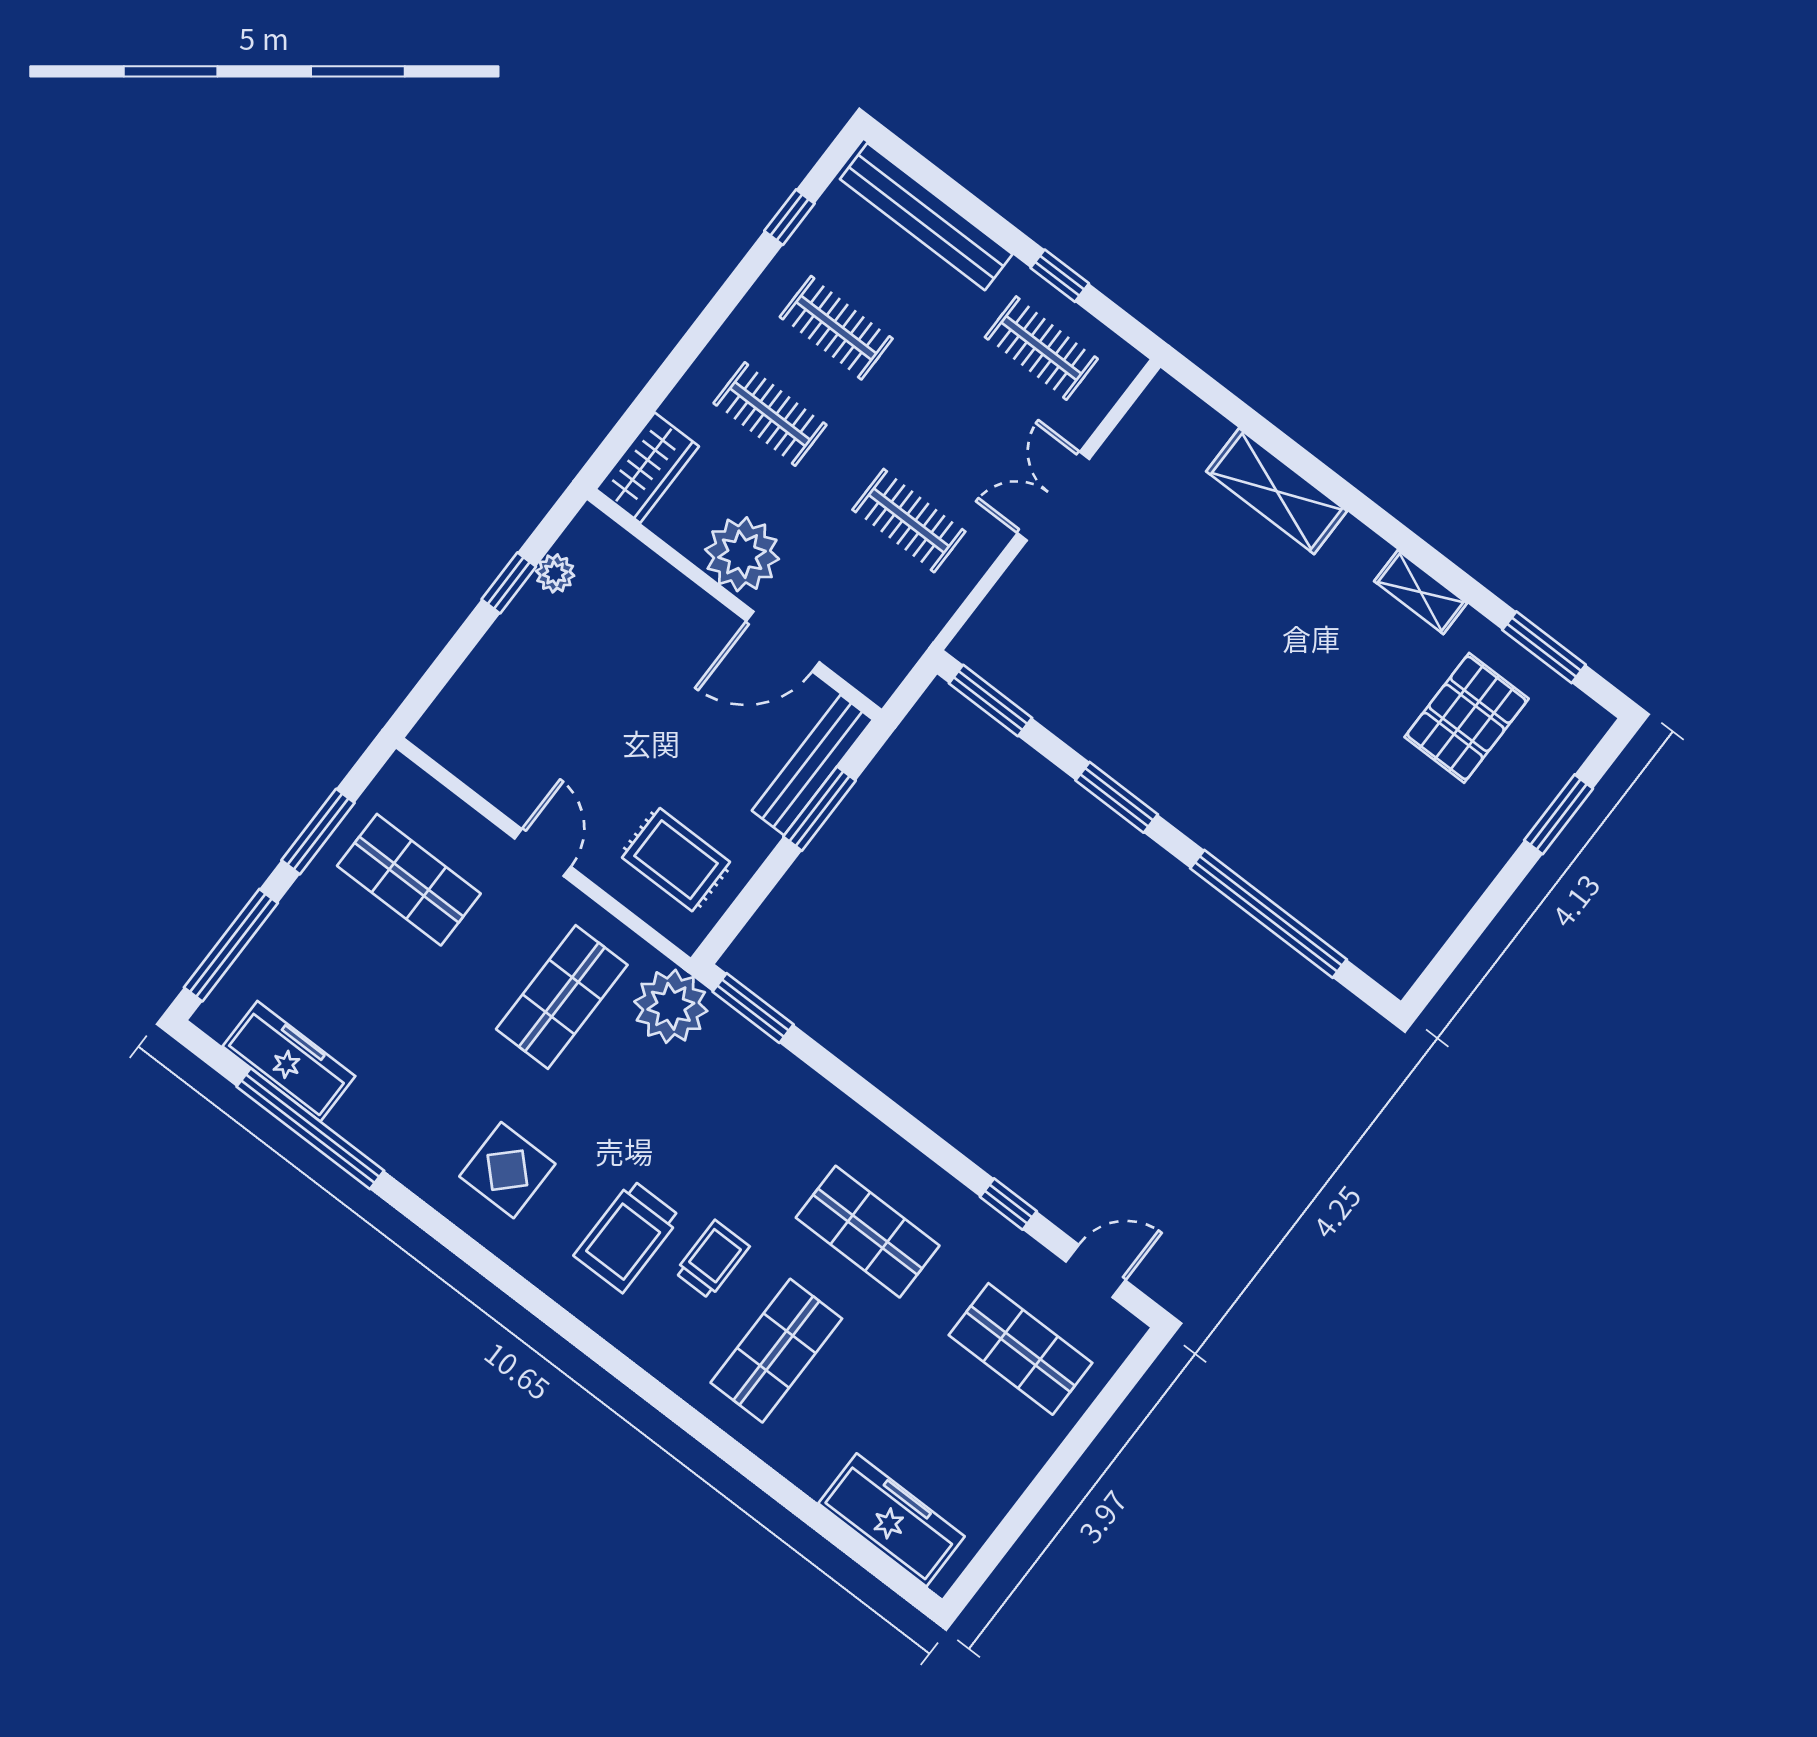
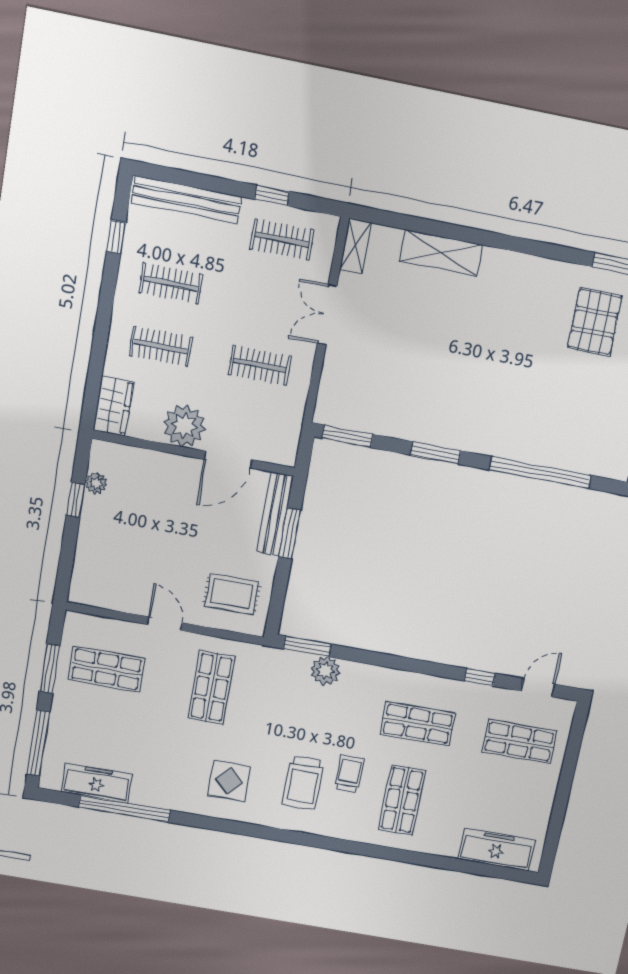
shelving: (1421, 592) -> (355, 246), moved, turned 90
plant: (671, 1006) -> (325, 671), moved, width x0.73, depth x0.73

